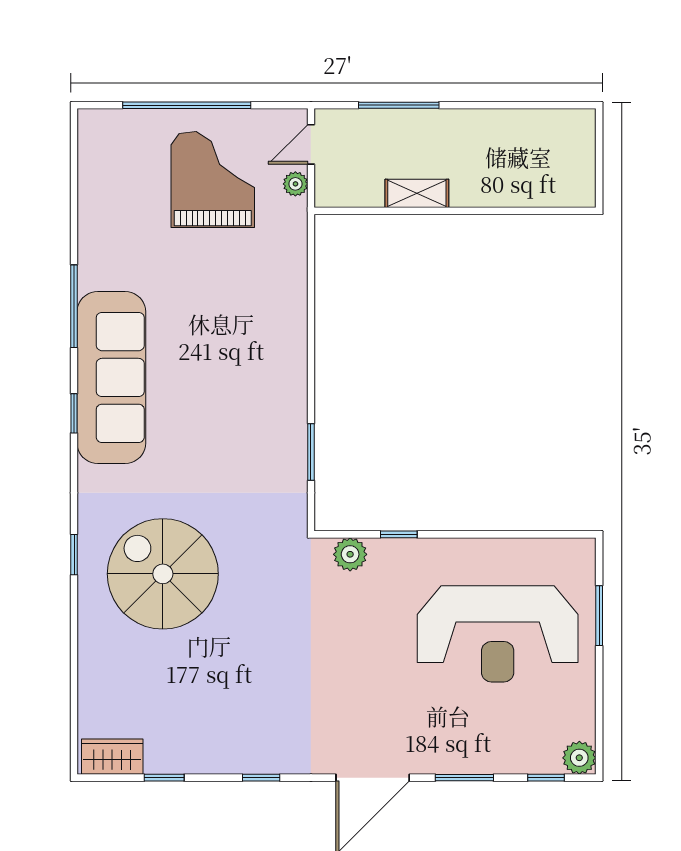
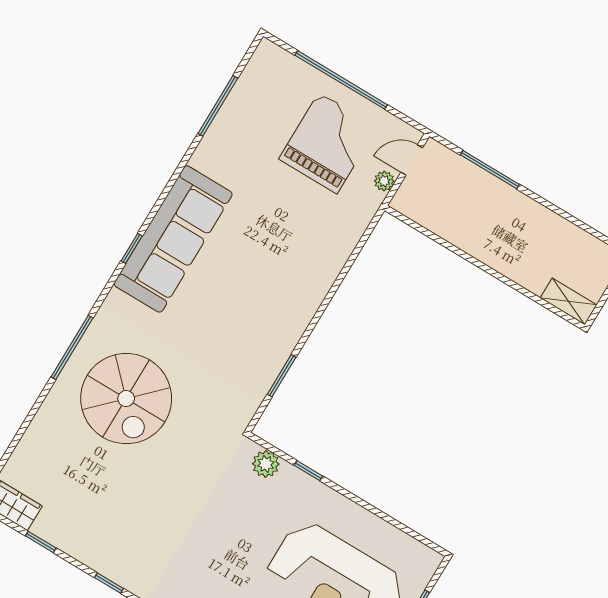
shelving: (417, 193) -> (569, 301), moved
window: (74, 306) -> (218, 106), moved
window: (74, 555) -> (72, 347), width x2.17
spiral stairs: (163, 574) -> (126, 399), turned 180

